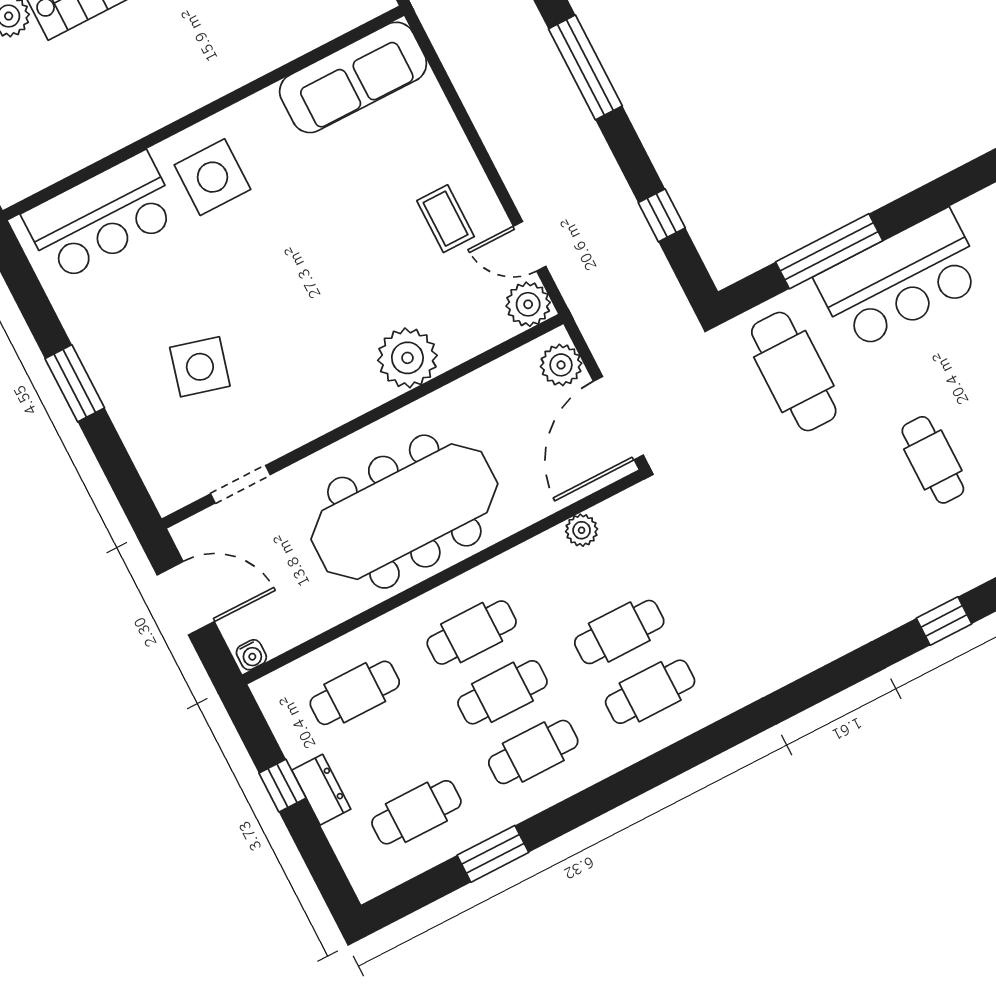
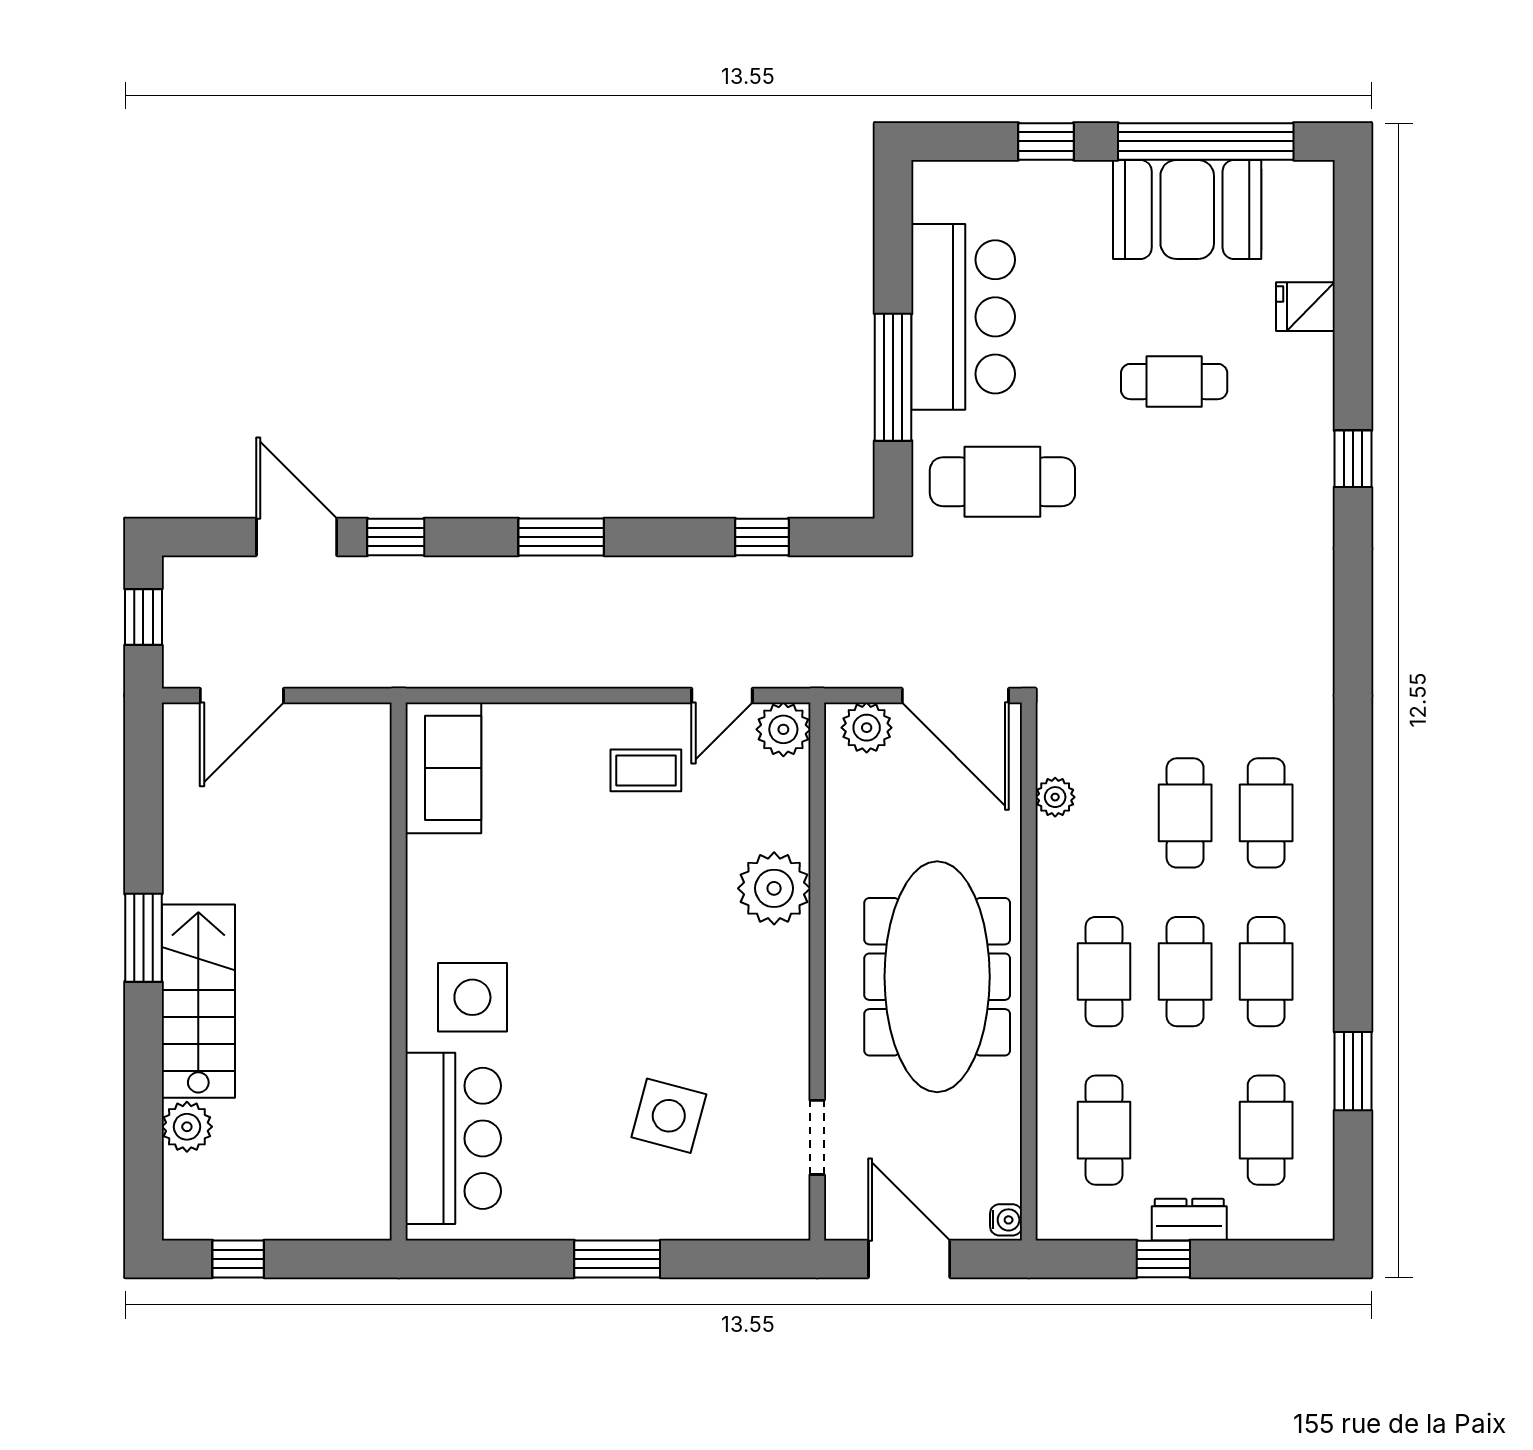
window: (585, 67) -> (561, 537), width x0.69
sofa: (353, 77) -> (443, 768), width x0.73
door: (186, 598) -> (909, 1259), hinge flipped

